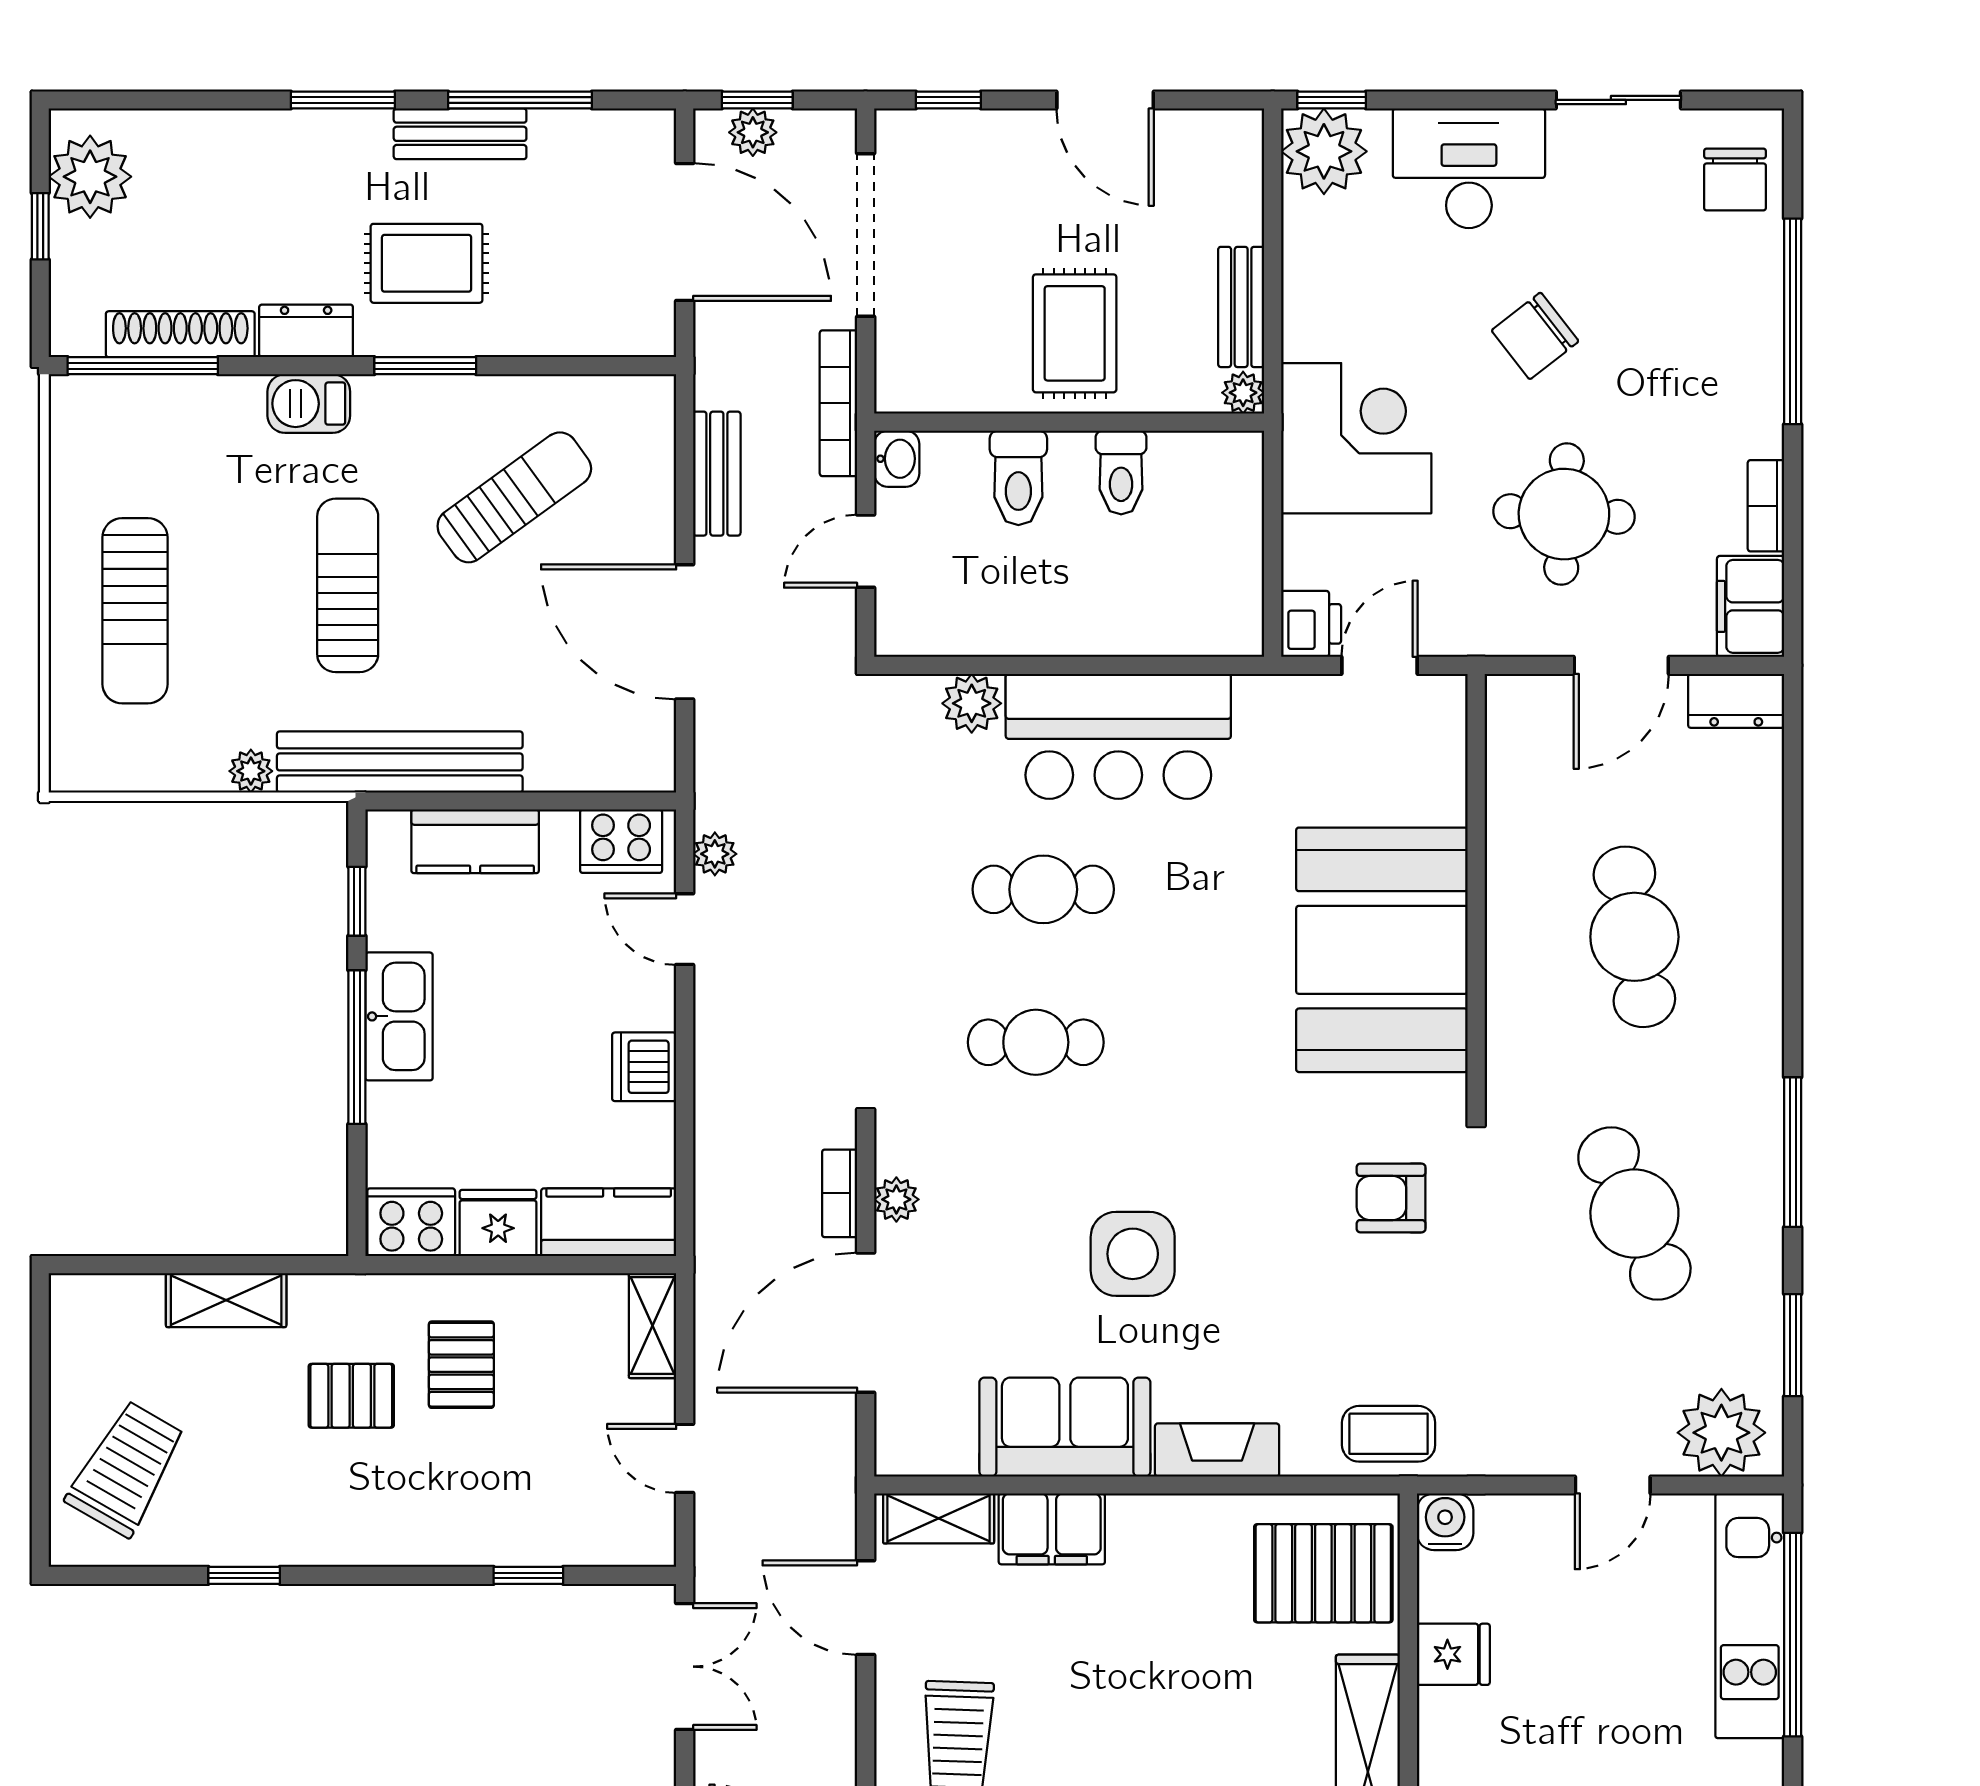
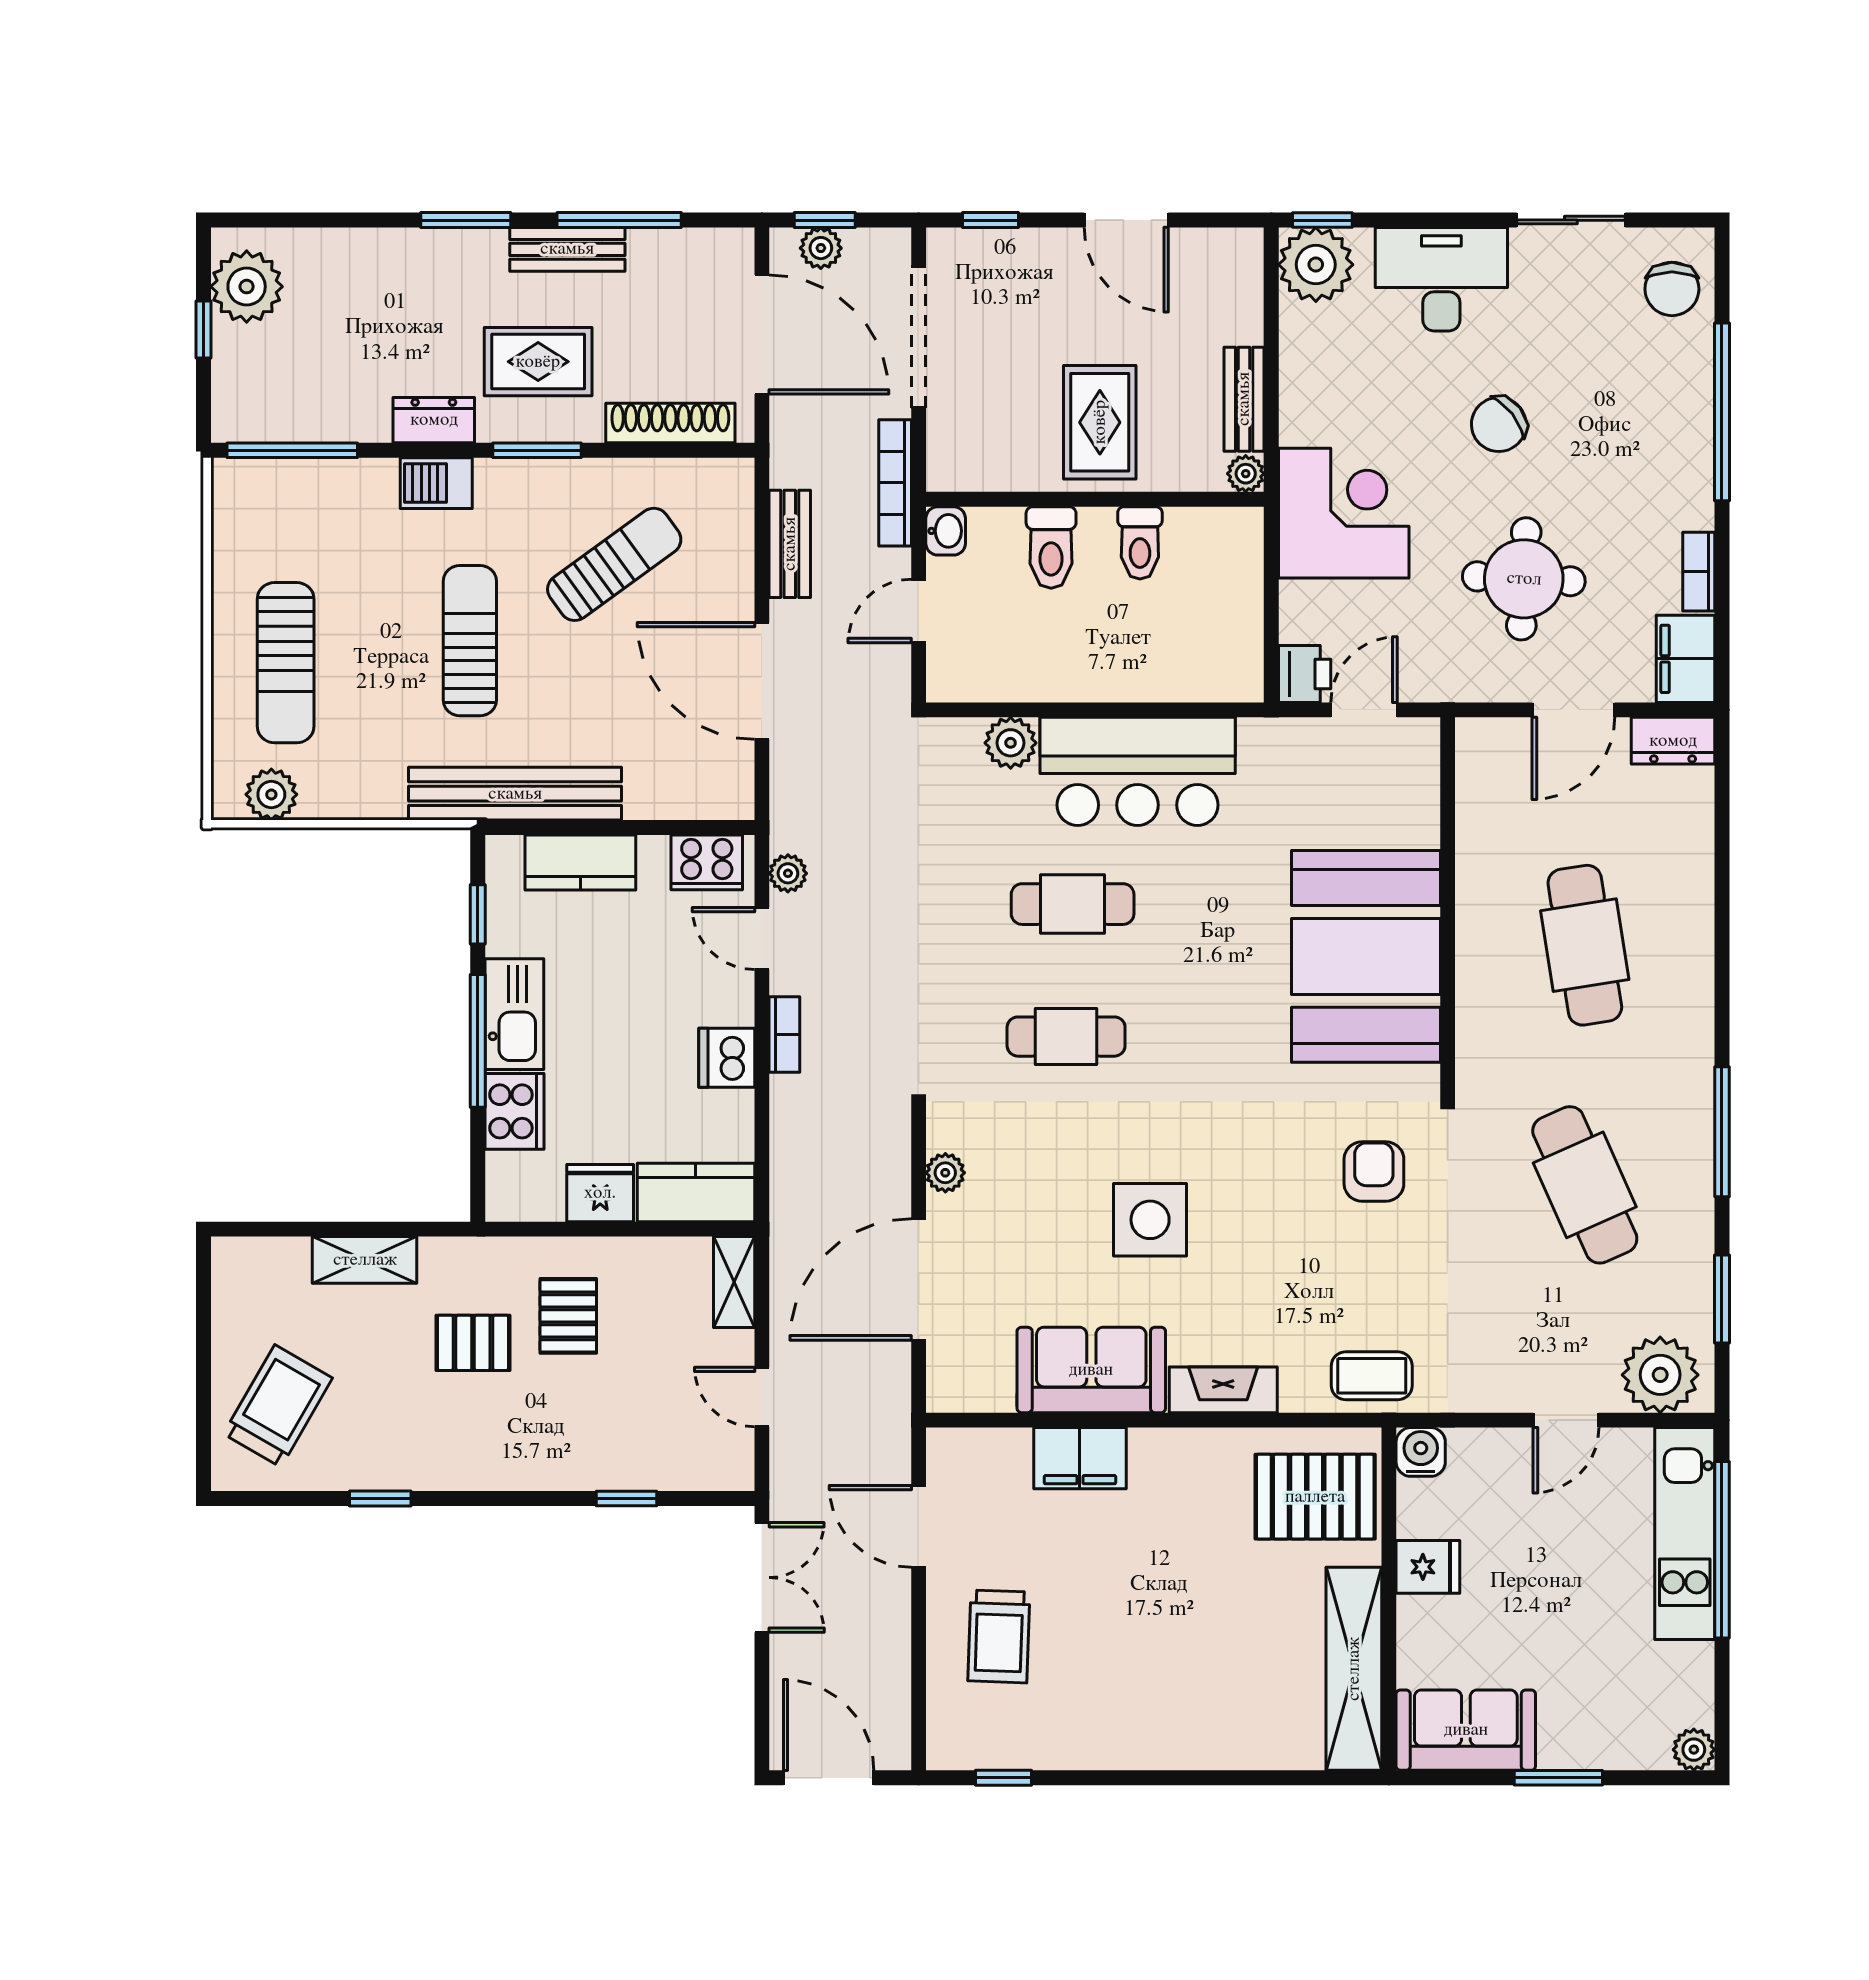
shoe rack: (180, 334) -> (670, 423), moved
plant: (251, 771) -> (271, 794), moved, width x1.38, depth x1.38
bookcase: (840, 1193) -> (784, 1035), moved, turned 180
armchair: (1391, 1198) -> (1374, 1171), turned 90
cooker: (411, 1222) -> (515, 1111), moved, turned 90
shelving: (939, 1518) -> (982, 1449), removed

